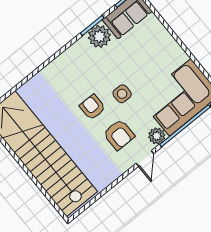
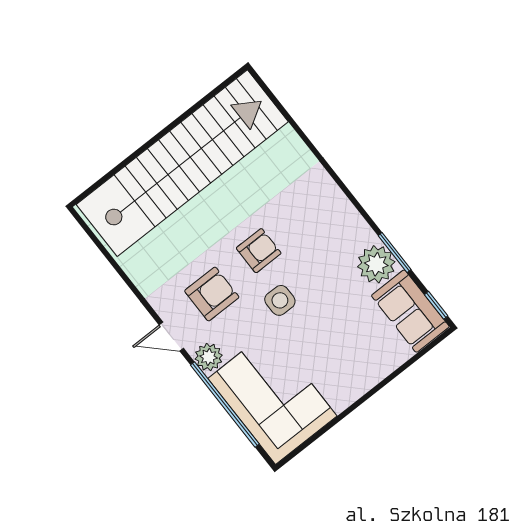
armchair: (119, 135) -> (212, 294), turned 180

